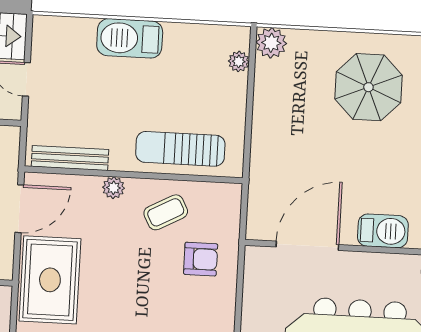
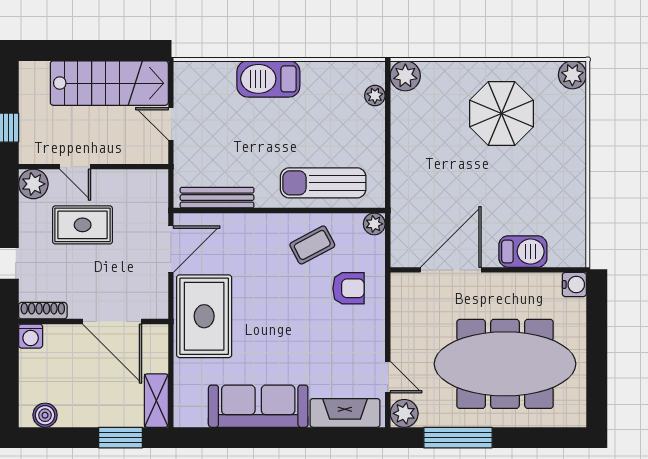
plant: (113, 188) -> (374, 224), moved

